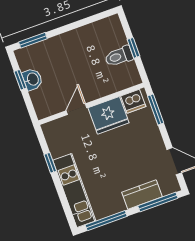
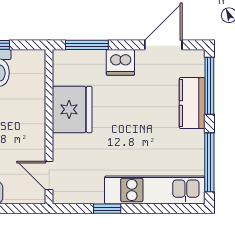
dishwasher: (133, 101) -> (120, 62), moved, turned 90
door: (76, 109) -> (49, 175), moved

